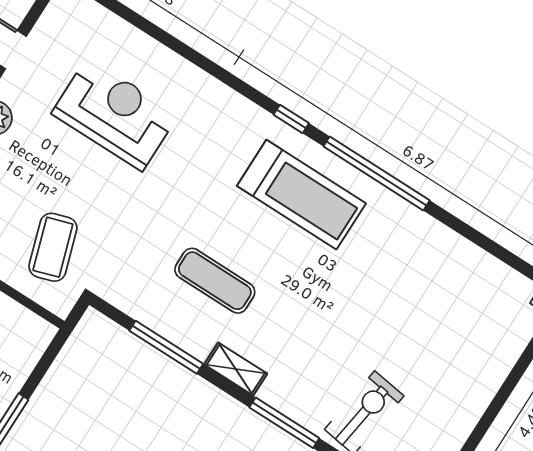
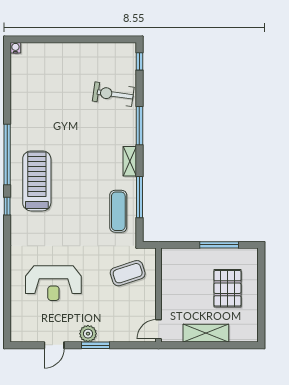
reception desk: (115, 114) -> (53, 283), turned -90
exercise mat: (215, 281) -> (118, 211), moved

